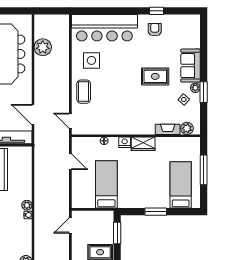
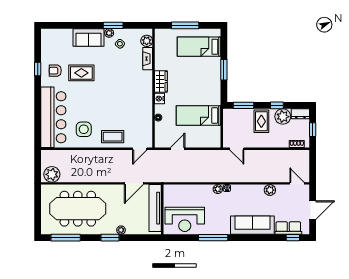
plant: (43, 47) -> (52, 174), moved
rug: (155, 76) -> (81, 73), moved, turned 90

